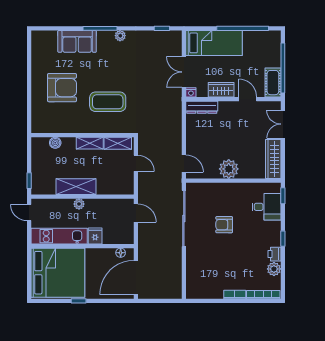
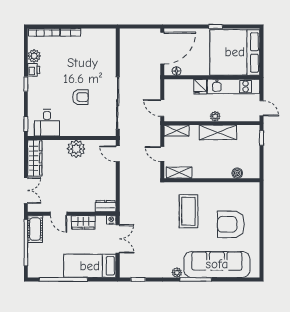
sofa: (77, 41) -> (217, 264), width x1.85, depth x1.27
coffee table: (108, 102) -> (188, 211), turned 90
dresser: (202, 107) -> (106, 206), width x0.70
shelving: (90, 143) -> (177, 131), moved
desk: (266, 207) -> (47, 123), moved, turned -90

